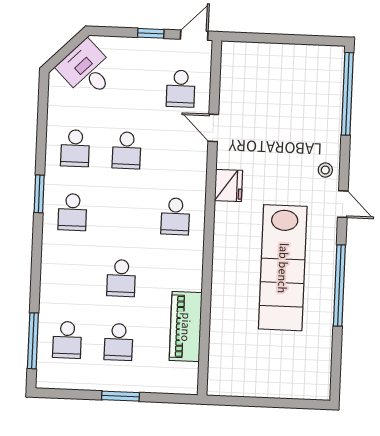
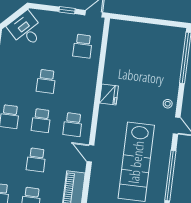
door: (213, 128) -> (90, 153), moved
school desk: (75, 148) -> (41, 121), moved
fridge: (229, 186) -> (109, 95), moved

